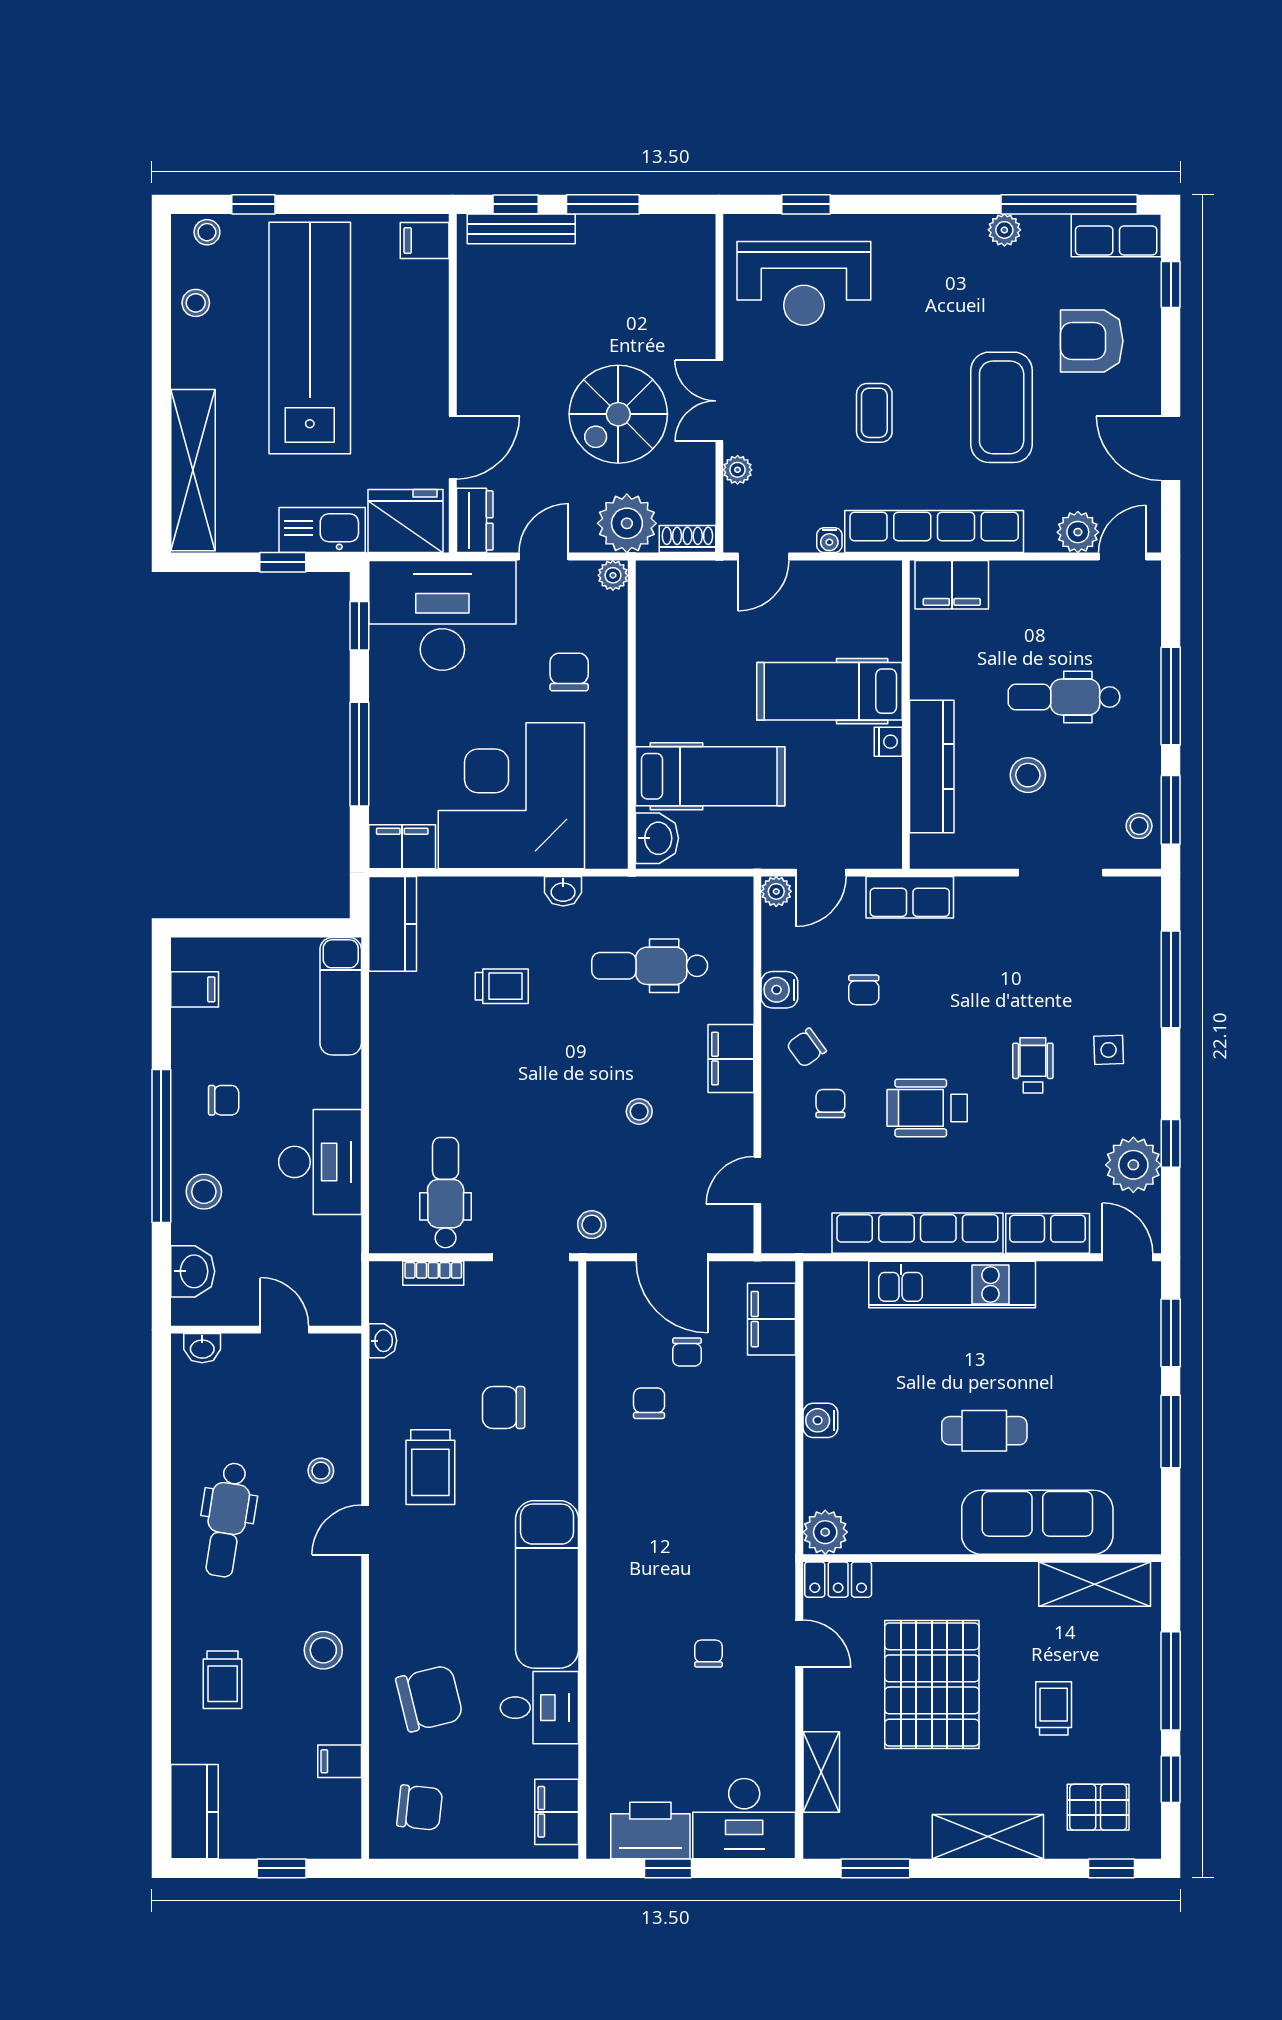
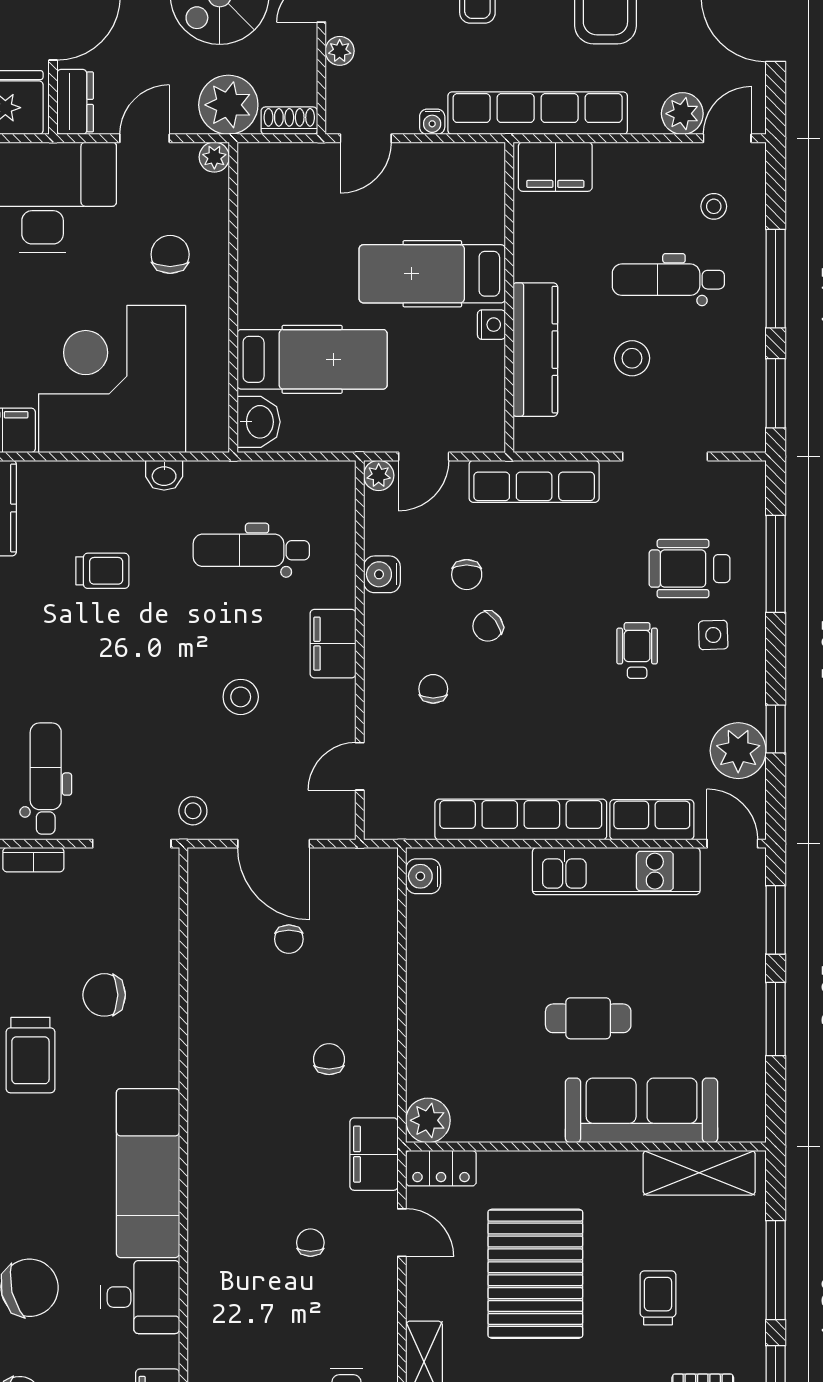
stool: (1139, 826) -> (714, 206), moved
row of seats: (910, 897) -> (534, 481), width x1.48
chair: (806, 1048) -> (488, 626), moved
wheelchair: (927, 1108) -> (689, 569), moved
stool: (639, 1112) -> (241, 697), width x1.37, depth x1.37
kitchen unit: (952, 1284) -> (616, 871), moved
filing cabinet: (772, 1319) -> (374, 1154), moved
chair: (649, 1403) -> (329, 1059), moved
water cooler: (820, 1420) -> (423, 876), moved

